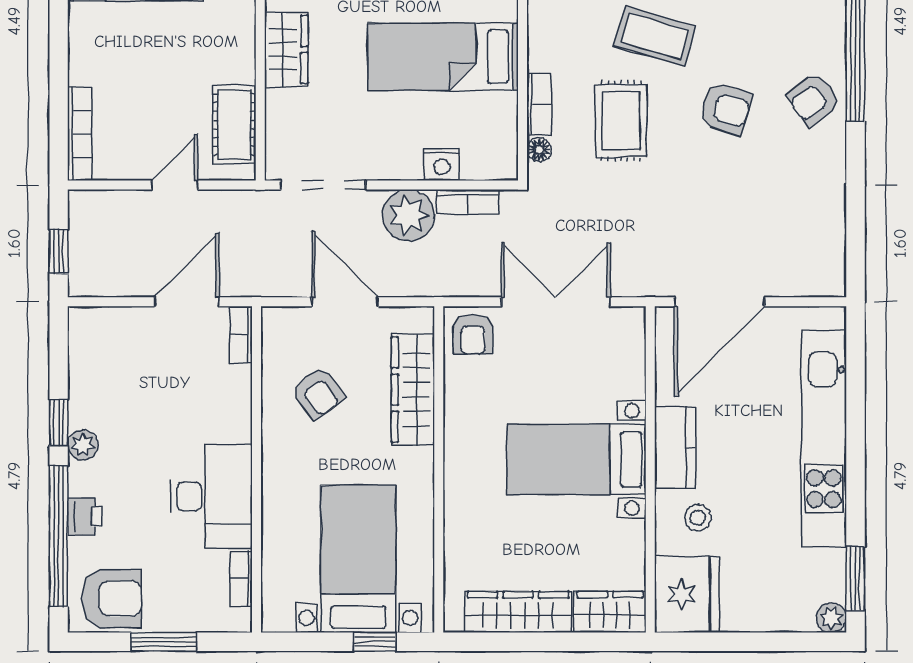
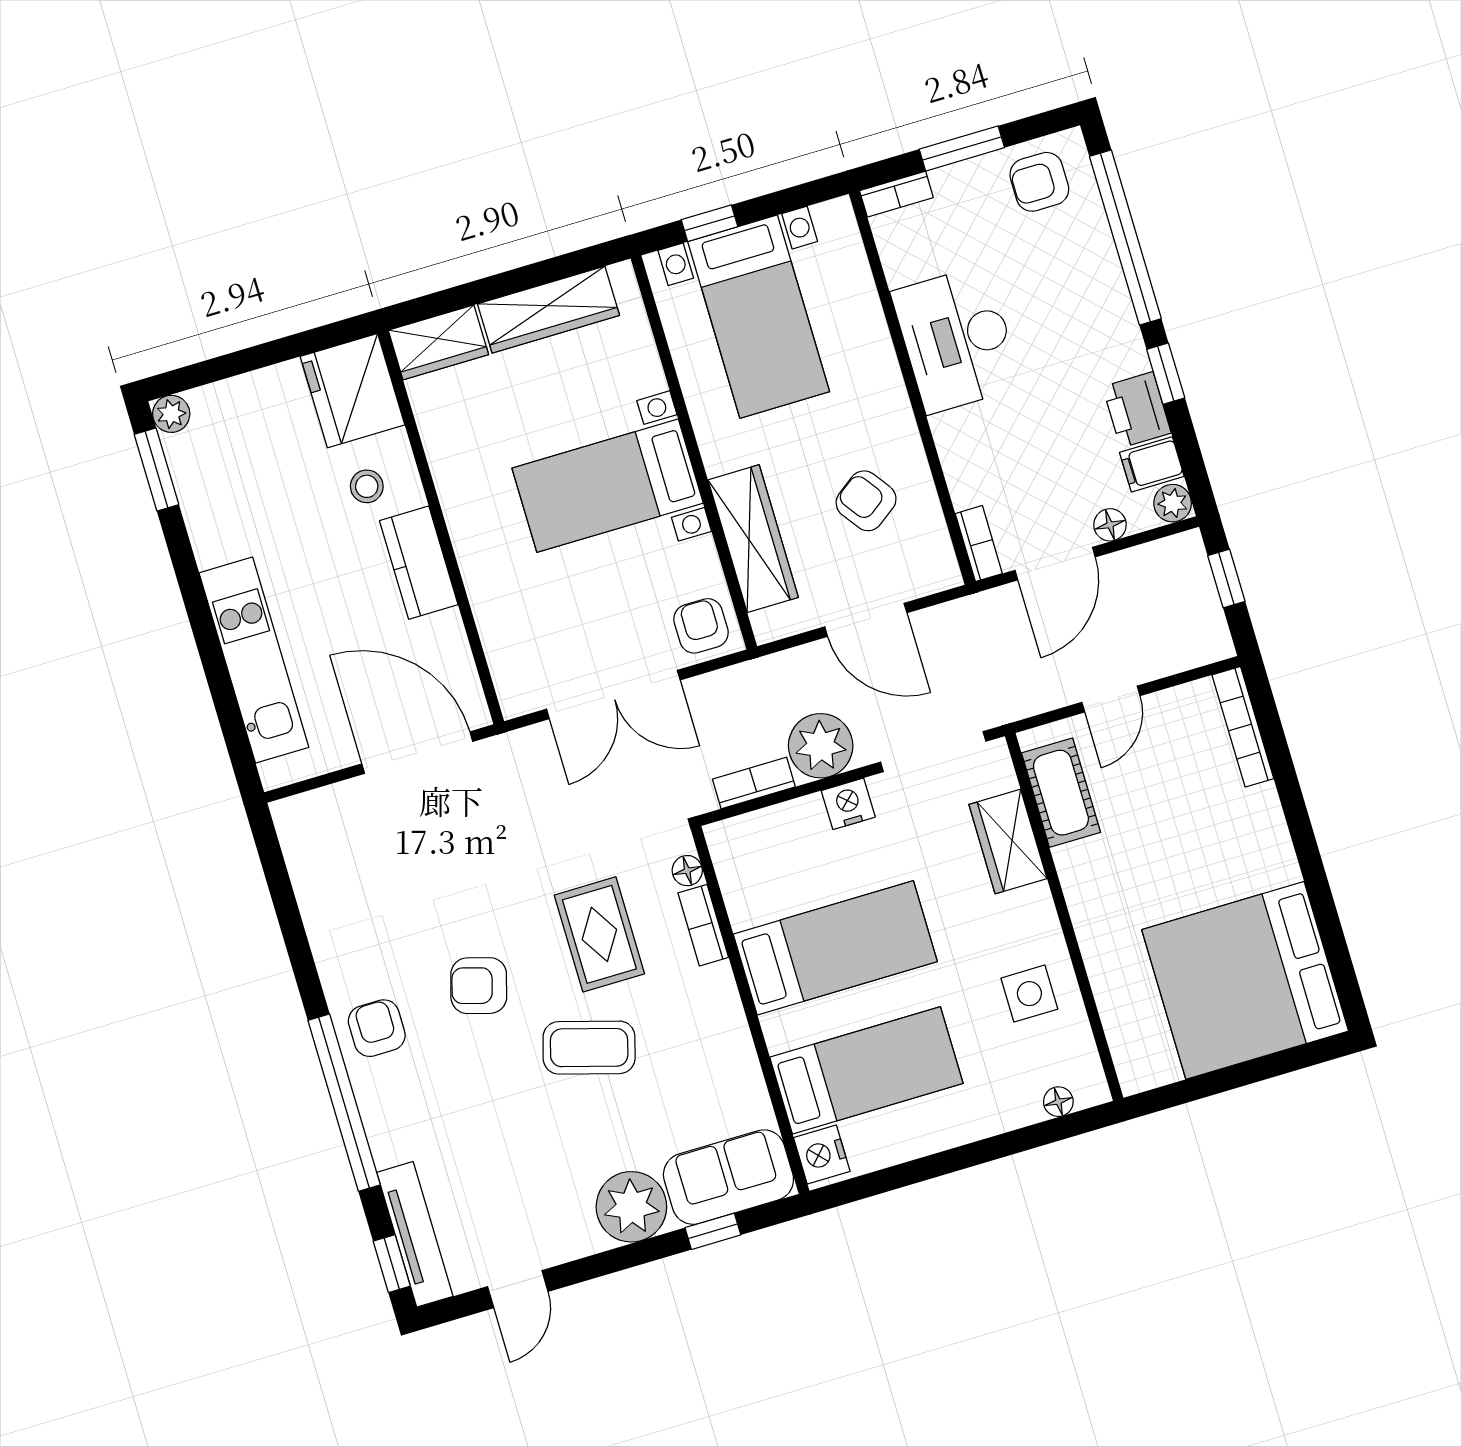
wardrobe: (286, 49) -> (1008, 841), moved
armchair: (813, 99) -> (377, 1028), turned -54
nightstand: (442, 164) -> (848, 804), moved
door: (720, 302) -> (417, 753), hinge flipped
floor lamp: (136, 319) -> (1110, 525), added
filing cabinet: (90, 356) -> (1152, 464), added
kitchen unit: (824, 439) -> (254, 660), width x0.73
plant: (83, 445) -> (1173, 503), moved
bed with nightstands: (576, 459) -> (608, 486), moved, turned 180
printer: (85, 517) -> (1137, 410), moved, width x1.36, depth x1.24
bookcase: (241, 579) -> (896, 194), moved, turned 90
armchair: (112, 599) -> (1039, 182), width x0.72, depth x0.72

